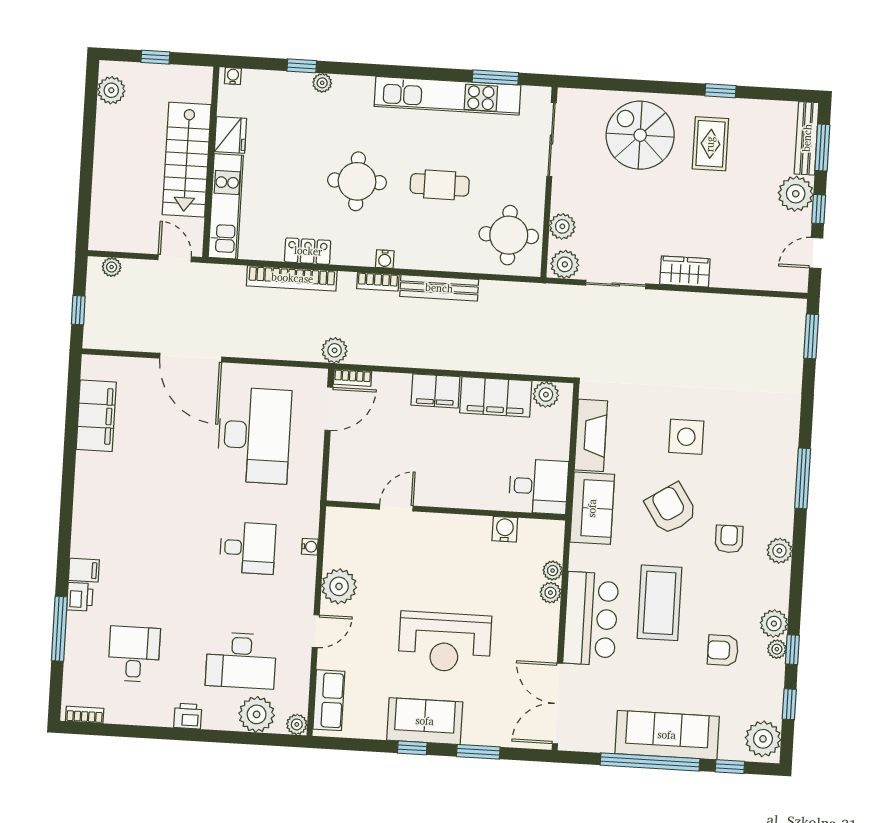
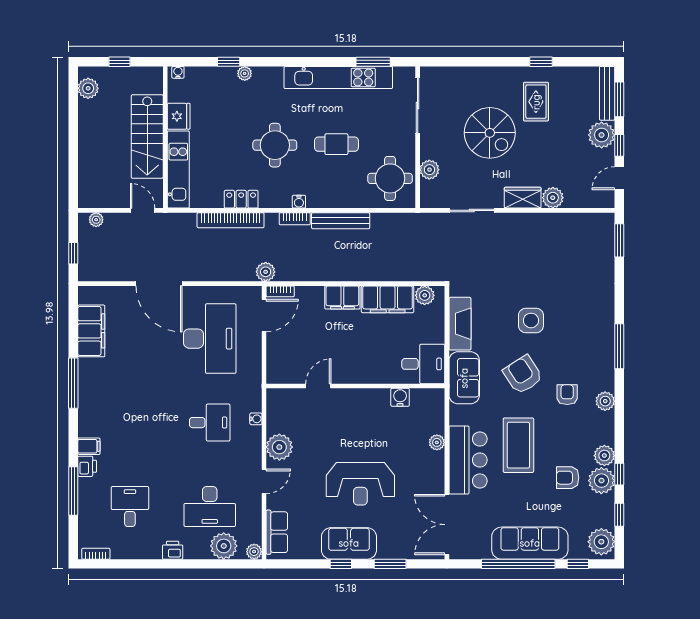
spiral stairs: (640, 135) -> (490, 133), moved, turned 180
plant: (565, 264) -> (553, 198), moved
window: (68, 484) -> (73, 383), added
plant: (553, 571) -> (437, 426), removed
plant: (777, 649) -> (601, 481), width x1.87, depth x1.87

